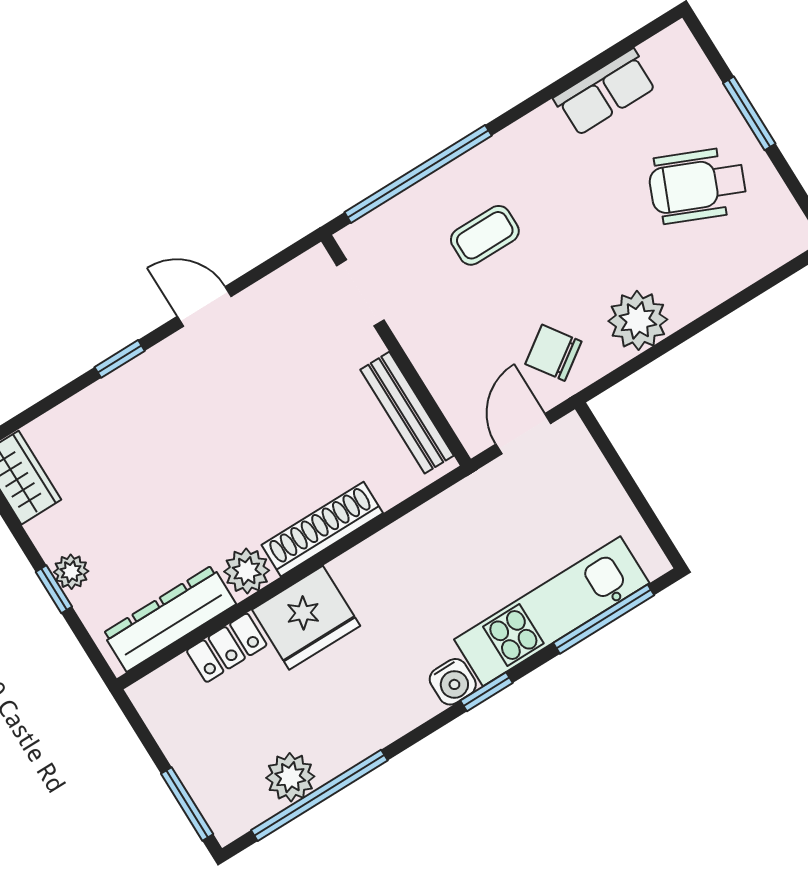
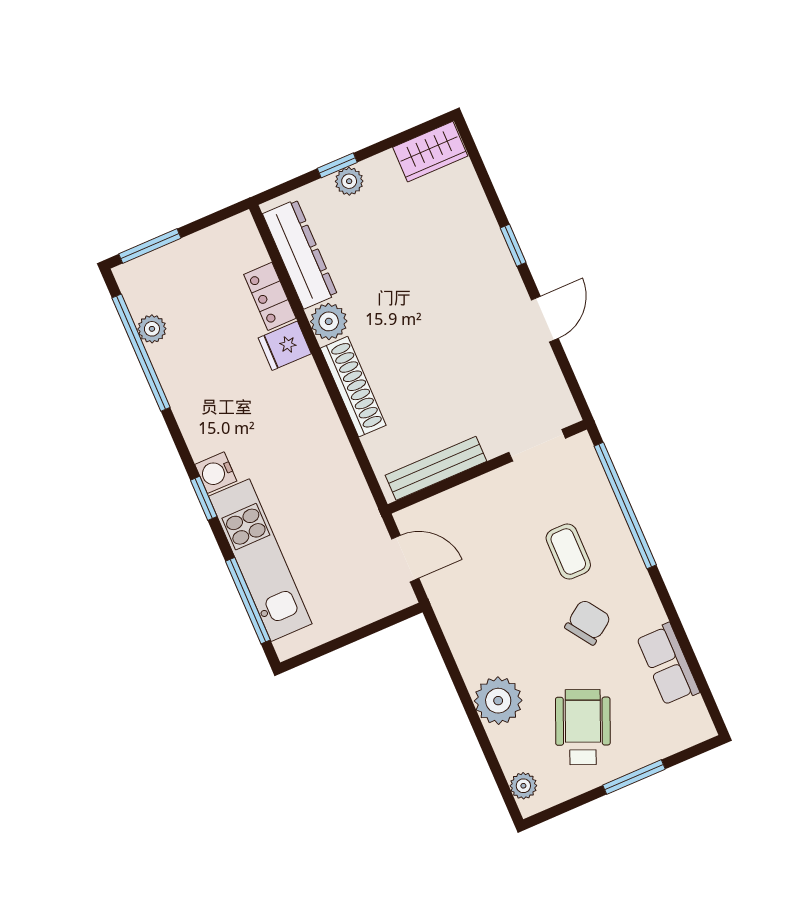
plant: (780, 247) -> (523, 786), added
plant: (638, 320) -> (498, 701), moved
chair: (553, 353) -> (588, 622), moved
fridge: (306, 618) -> (285, 346), width x0.53, depth x0.75
plant: (290, 777) -> (152, 329), width x0.73, depth x0.73

